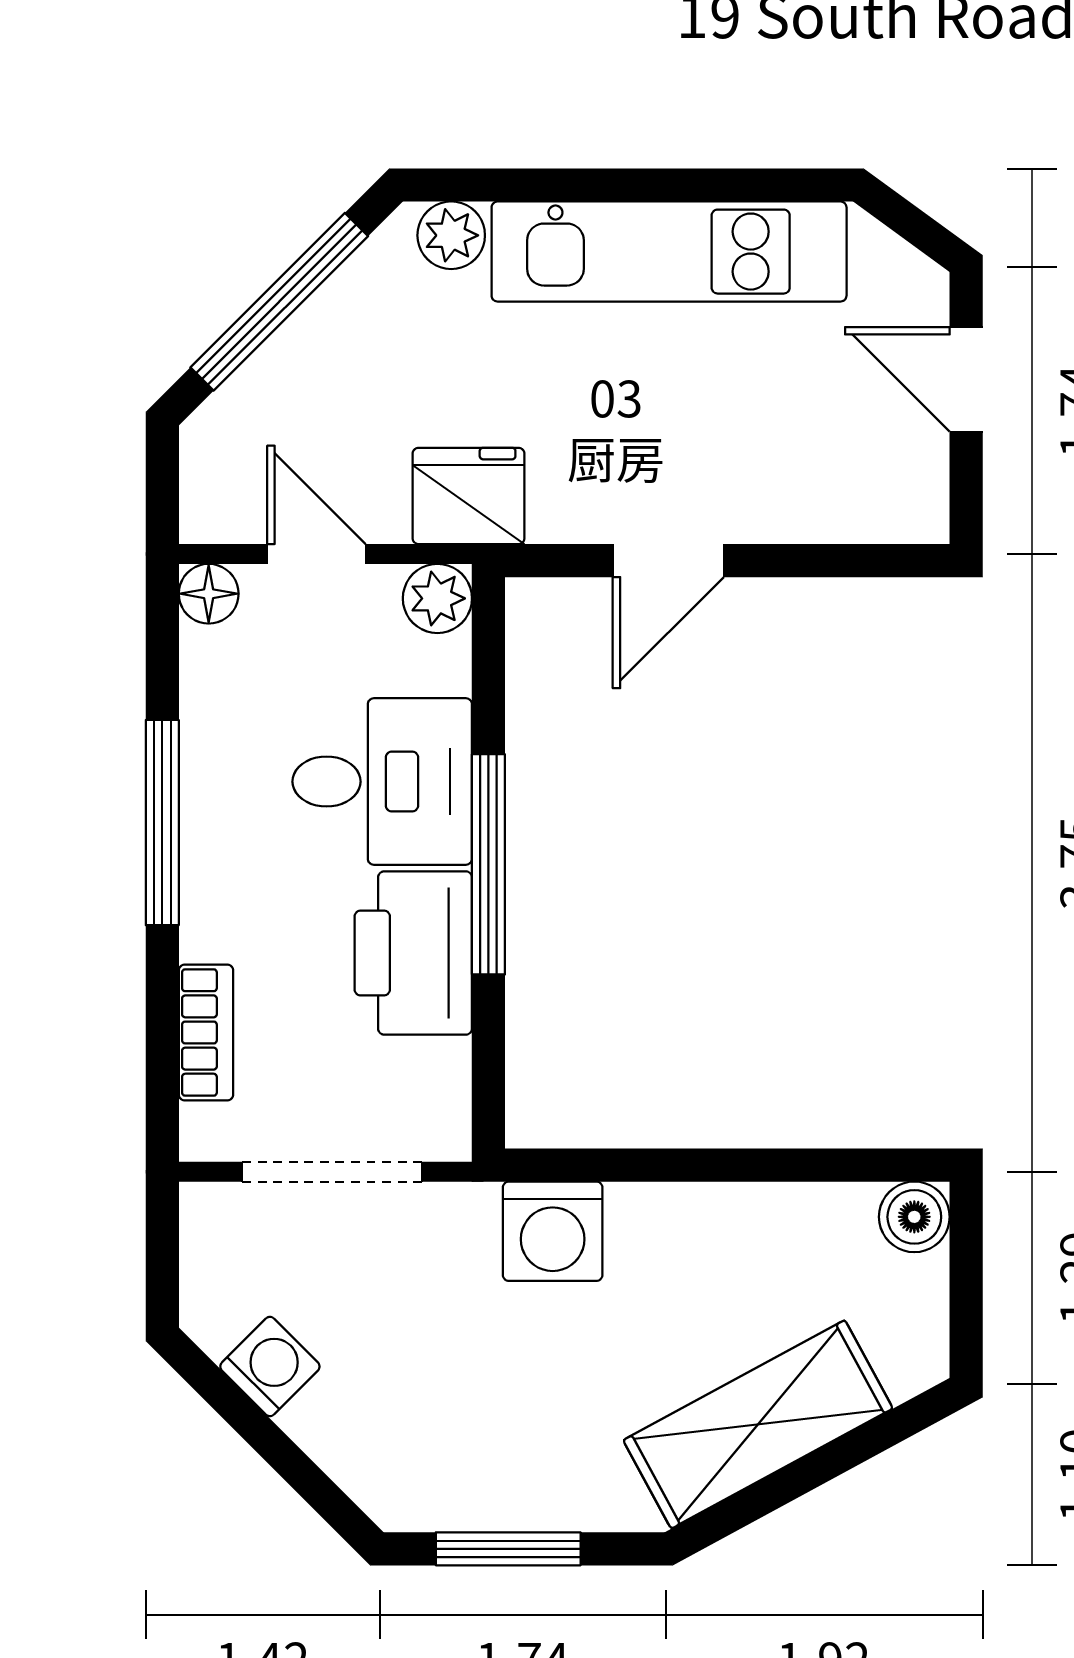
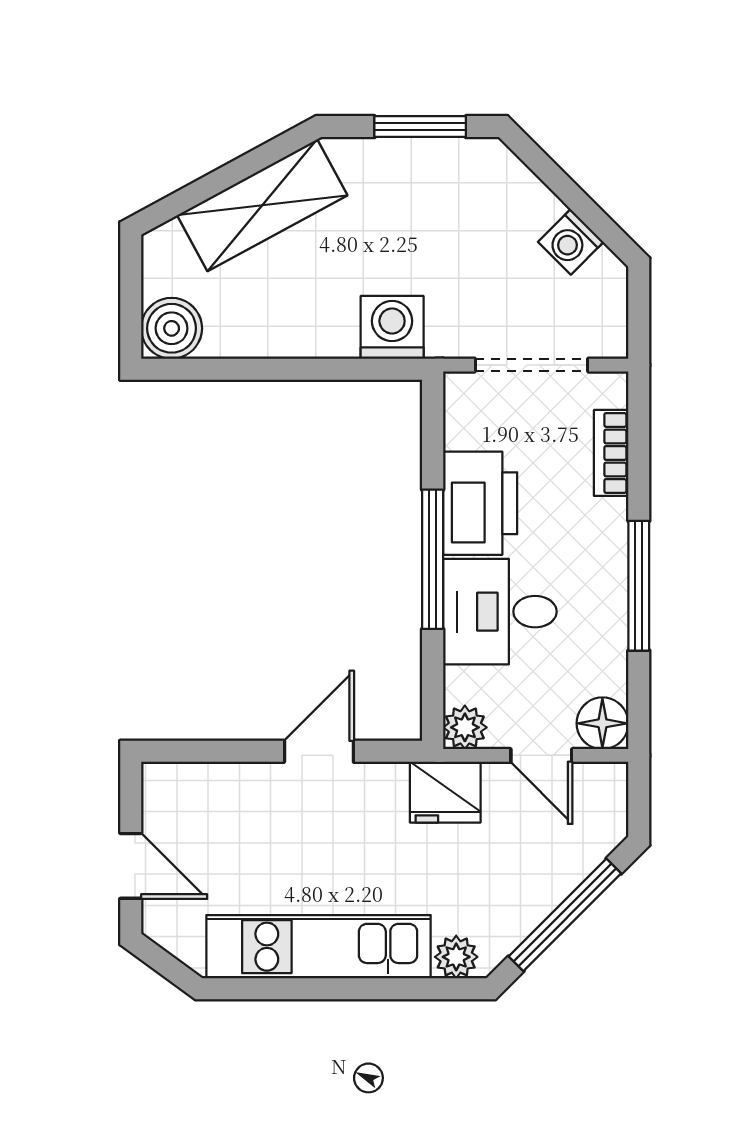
floor lamp: (209, 594) -> (602, 723), width x1.37, depth x1.37
boiler: (914, 1217) -> (172, 328), width x1.36, depth x1.36

